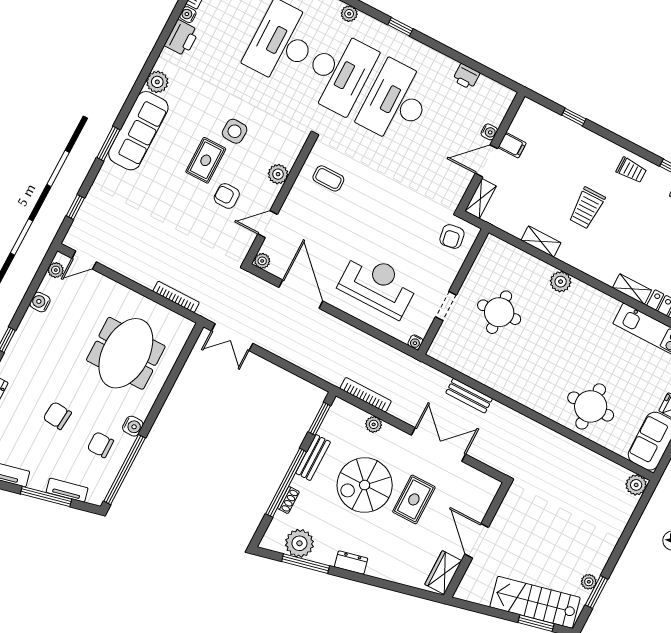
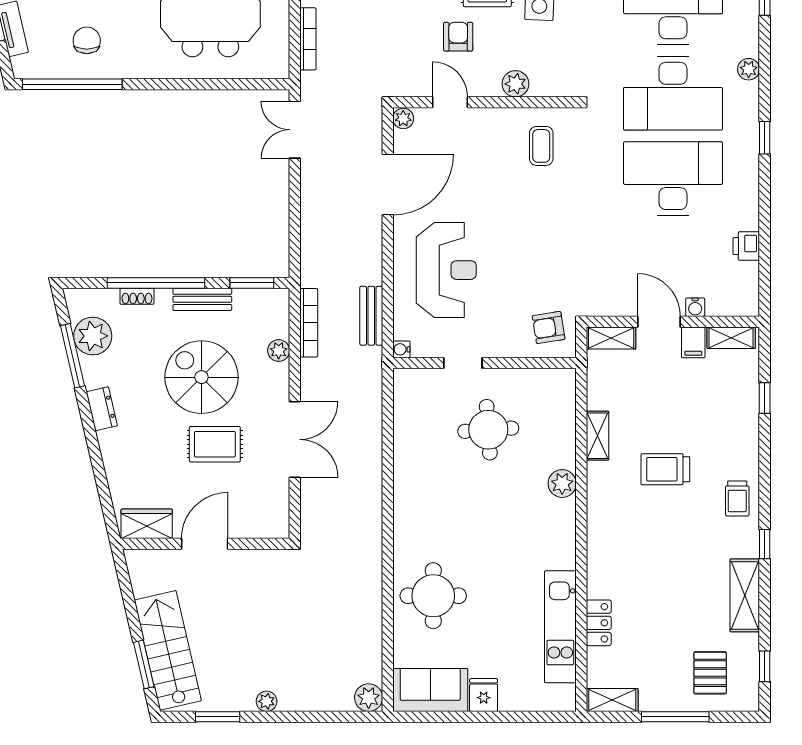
shelving: (632, 289) -> (731, 338), moved, turned 90
bench: (469, 396) -> (371, 316), moved
water cooler: (133, 426) -> (129, 67), removed
plant: (589, 582) -> (267, 701), moved

